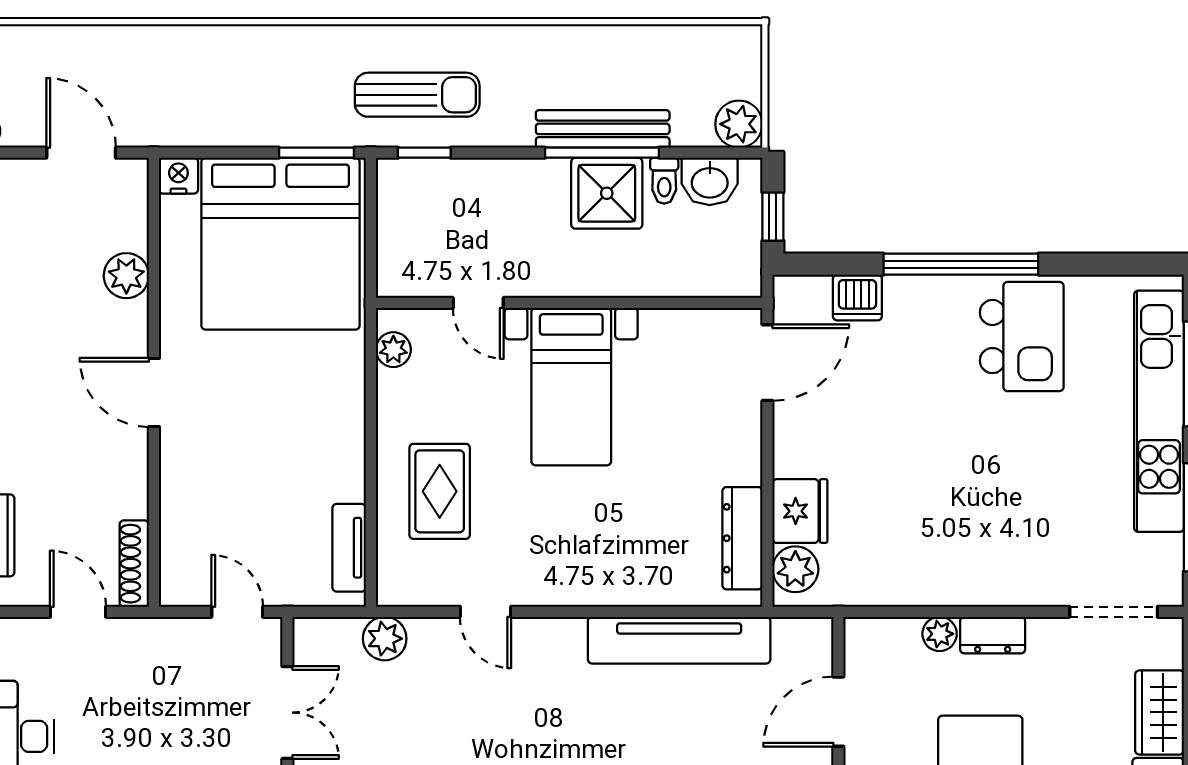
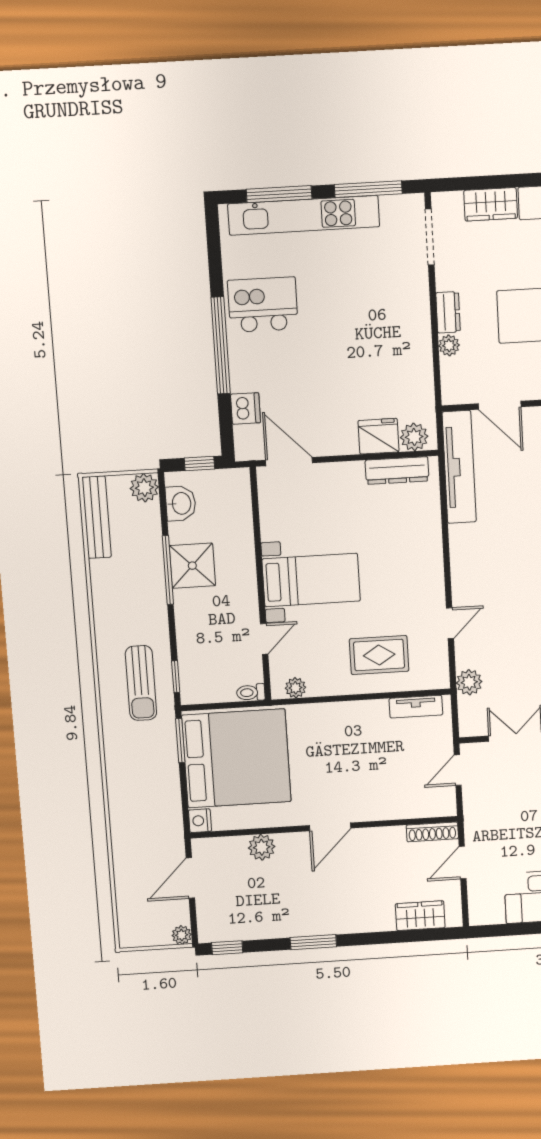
sun lounger: (417, 95) -> (141, 683), turned 180
bench: (603, 129) -> (97, 517), moved
toilet: (664, 181) -> (251, 692), moved, turned 180
tv unit: (679, 640) -> (459, 467), moved

